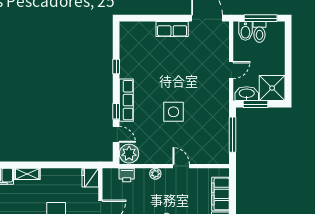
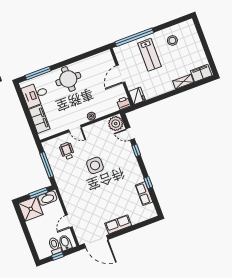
window: (261, 18) -> (58, 256), width x0.46
door: (231, 70) -> (69, 221), moved
row of seats: (126, 100) -> (144, 194), moved, width x0.68
wheelchair: (201, 142) -> (67, 151), added
printer: (127, 175) -> (124, 103), moved

